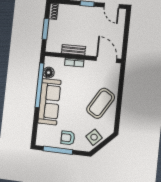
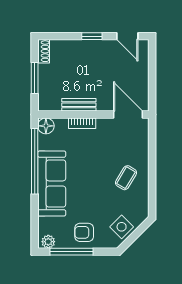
floor lamp: (49, 73) -> (46, 126), moved
coffee table: (101, 103) -> (126, 178), width x0.54, depth x0.58
plant: (43, 141) -> (48, 242), added

